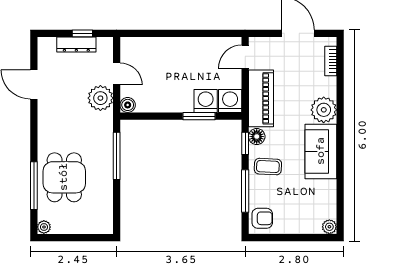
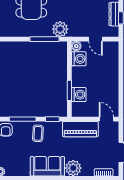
door: (117, 74) -> (96, 39), hinge flipped
plant: (100, 98) -> (60, 29), moved
washing machine: (230, 101) -> (79, 59), moved
floor lamp: (257, 137) -> (57, 126), removed

